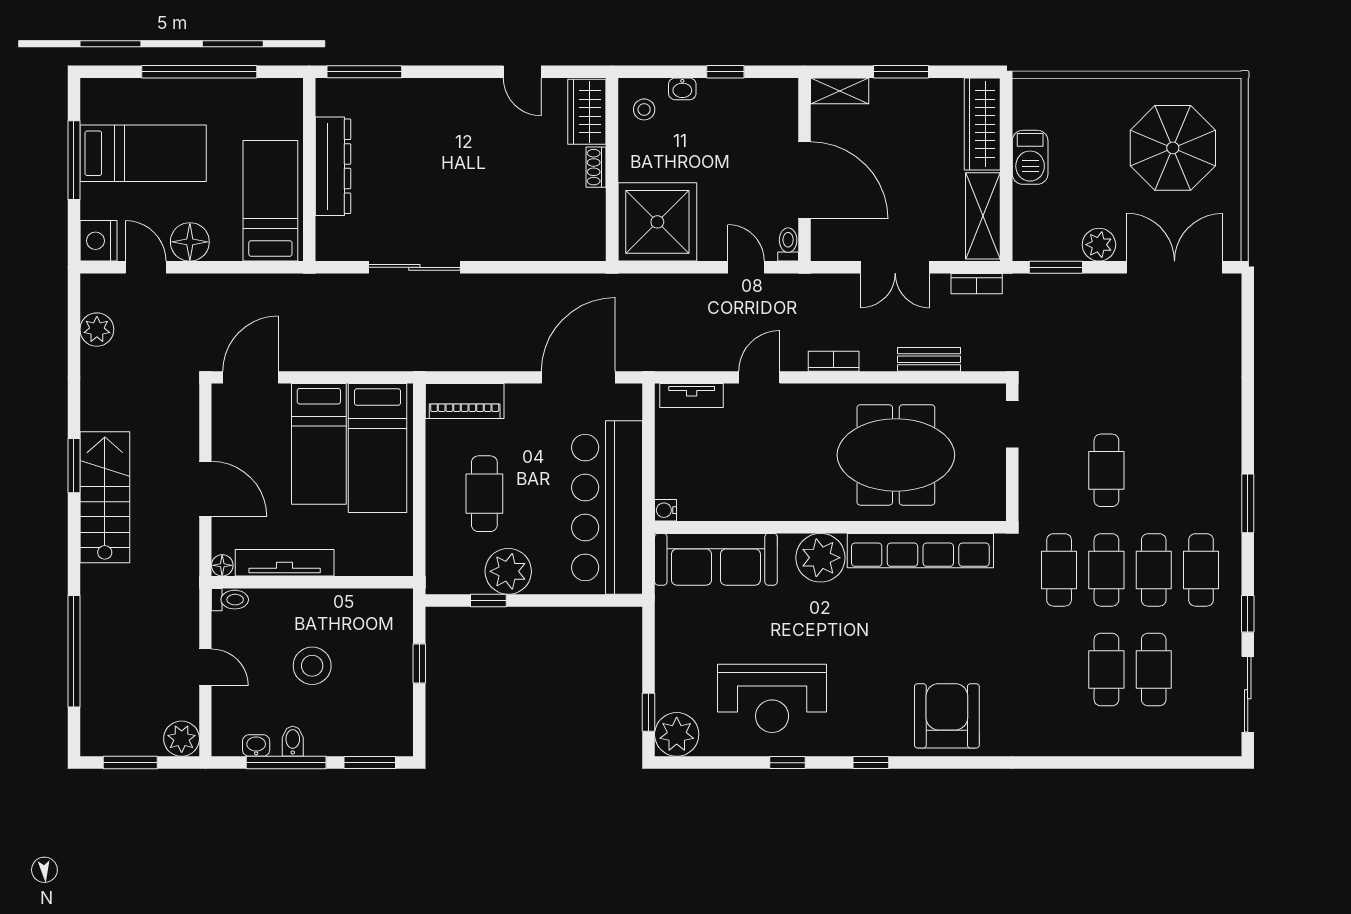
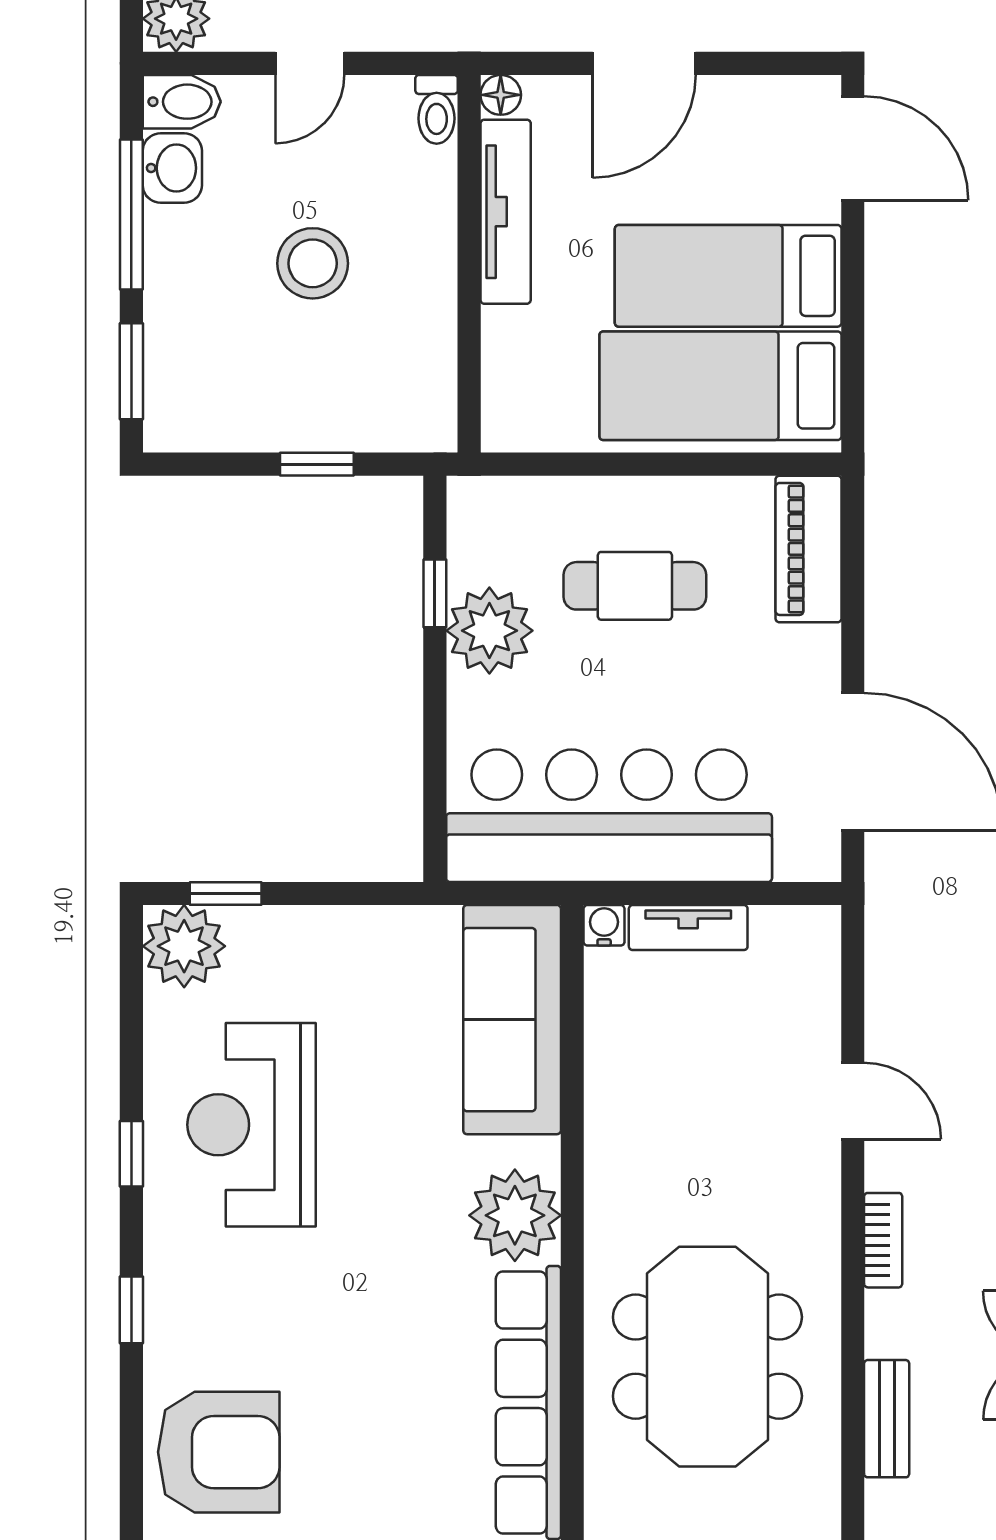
tv unit: (692, 396) -> (688, 928), moved, turned -90
bidet: (293, 741) -> (182, 102), moved, width x1.38, depth x1.36
washbasin: (256, 746) -> (172, 168), width x1.38, depth x1.45

